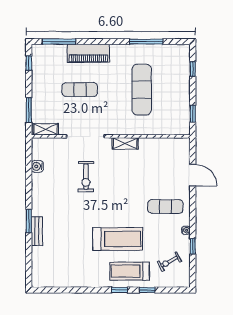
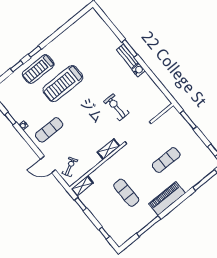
piano: (88, 53) -> (167, 198), moved
exercise mat: (142, 90) -> (126, 193), width x0.73, depth x0.69
shelving: (46, 129) -> (82, 186), moved
water cooler: (37, 166) -> (138, 70), moved
bench: (37, 231) -> (127, 56), moved
exercise bike: (169, 262) -> (70, 167), moved
treadmill: (130, 271) -> (38, 69), turned 180

